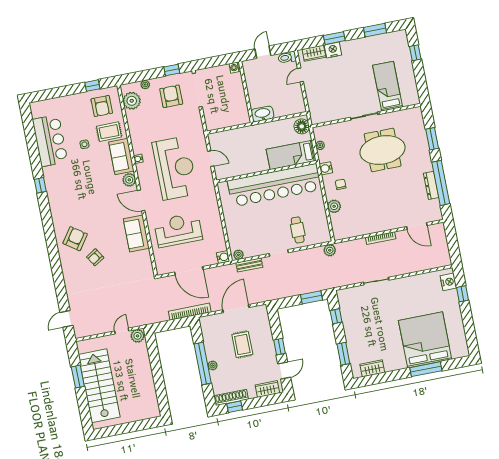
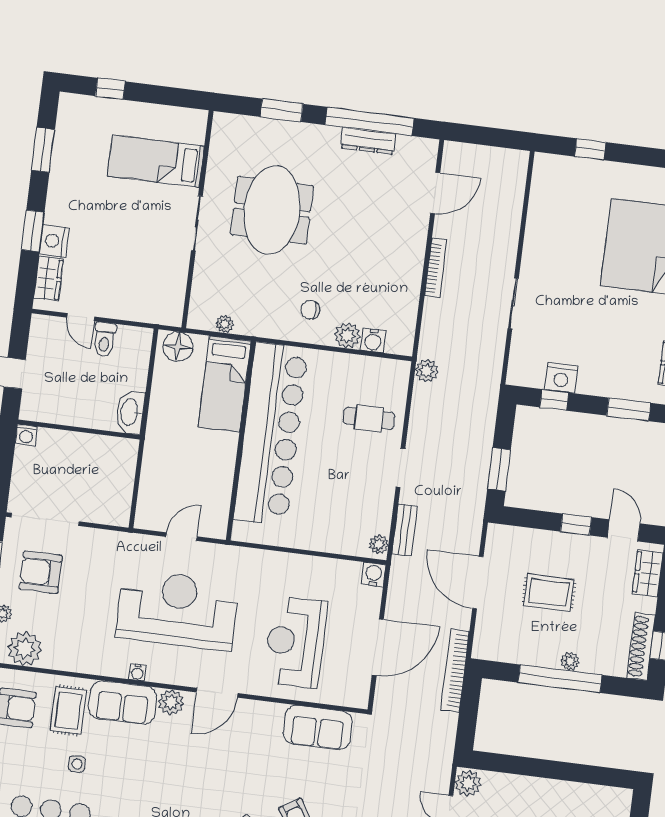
toilet: (287, 57) -> (104, 340), moved
water cooler: (326, 168) -> (373, 340), moved
sofa: (136, 234) -> (318, 728), moved
nightstand: (448, 282) -> (561, 378), moved, turned 180
window: (311, 297) -> (499, 469), moved

